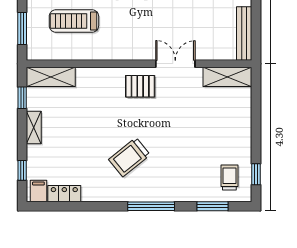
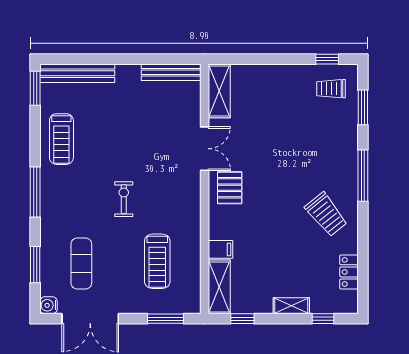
double door: (175, 64) -> (205, 149), swing flipped
shelving: (34, 128) -> (291, 306), moved
trolley: (129, 157) -> (326, 215), moved
filing cabinet: (38, 191) -> (221, 249), moved, turned 180

